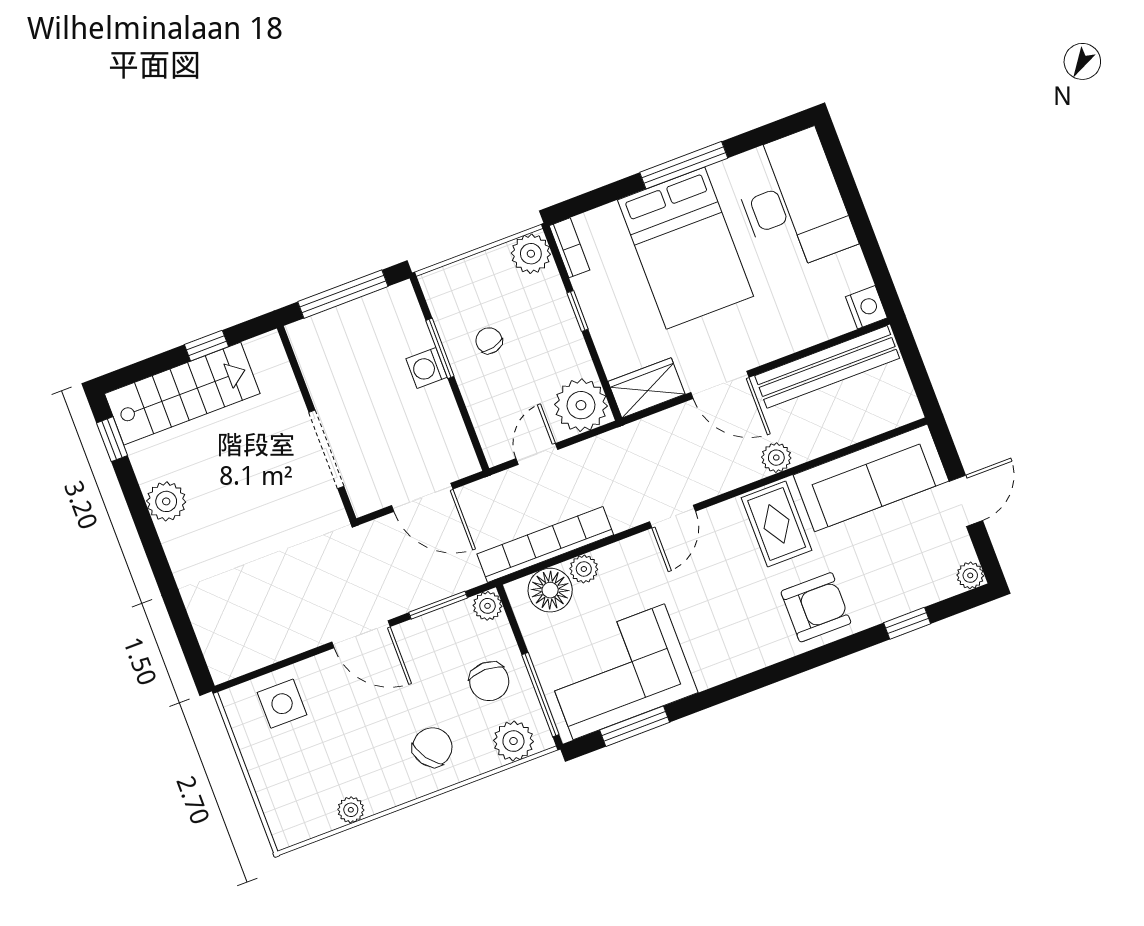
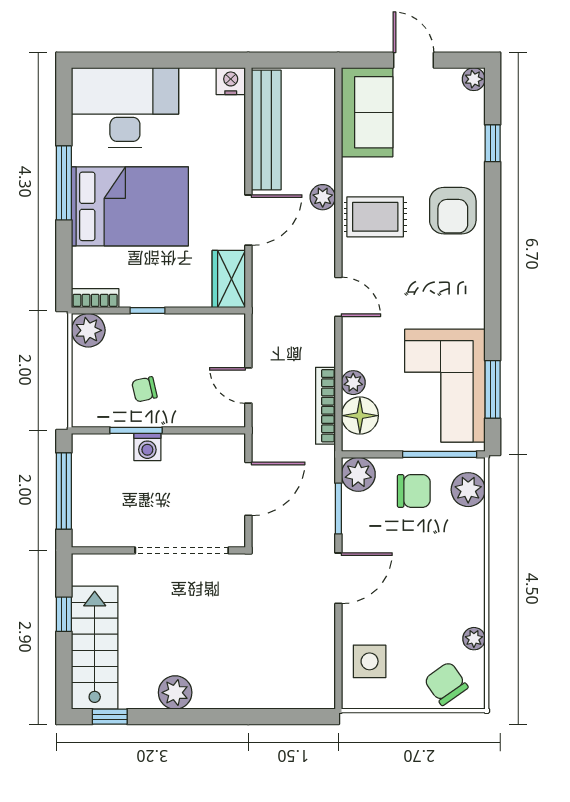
plant: (581, 405) -> (223, 336), removed
doorway: (326, 449) -> (182, 550), width x1.36
sofa: (871, 478) -> (367, 112), width x0.73
bookcase: (545, 544) -> (325, 406), width x0.68, depth x0.76
plant: (488, 606) -> (358, 474), width x1.38, depth x1.38
armchair: (816, 607) -> (453, 211), turned 180
chair: (432, 747) -> (446, 683), moved

